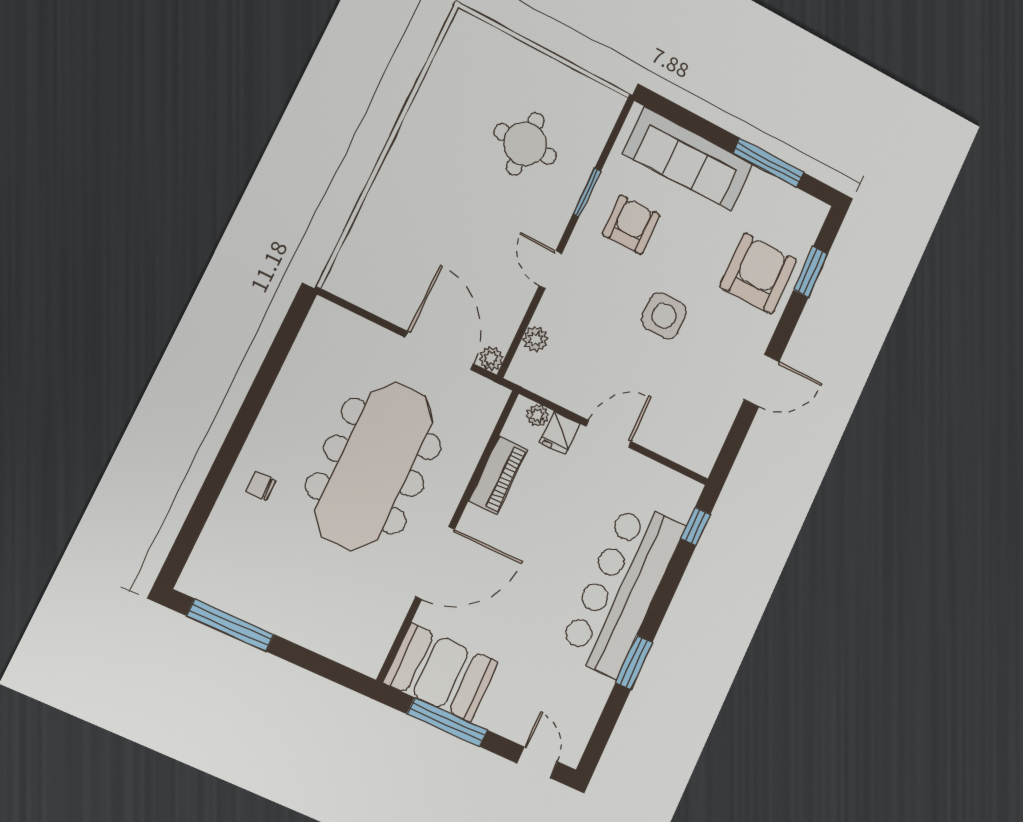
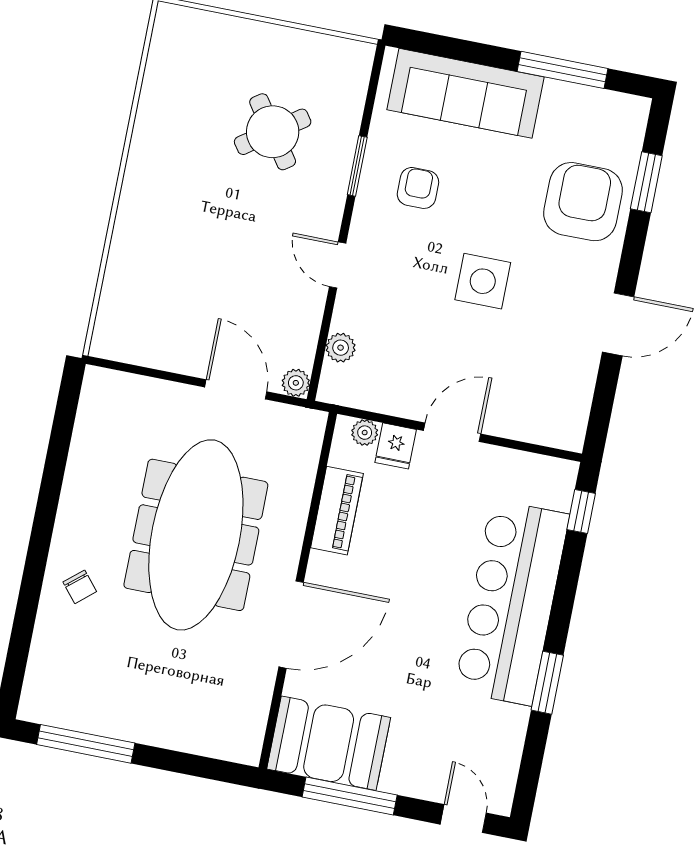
round table: (525, 144) -> (273, 132), turned -35
armchair: (631, 225) -> (418, 188), width x0.72, depth x0.72
door: (440, 351) -> (236, 389), width x0.73
chair: (261, 486) -> (80, 587), turned -130

